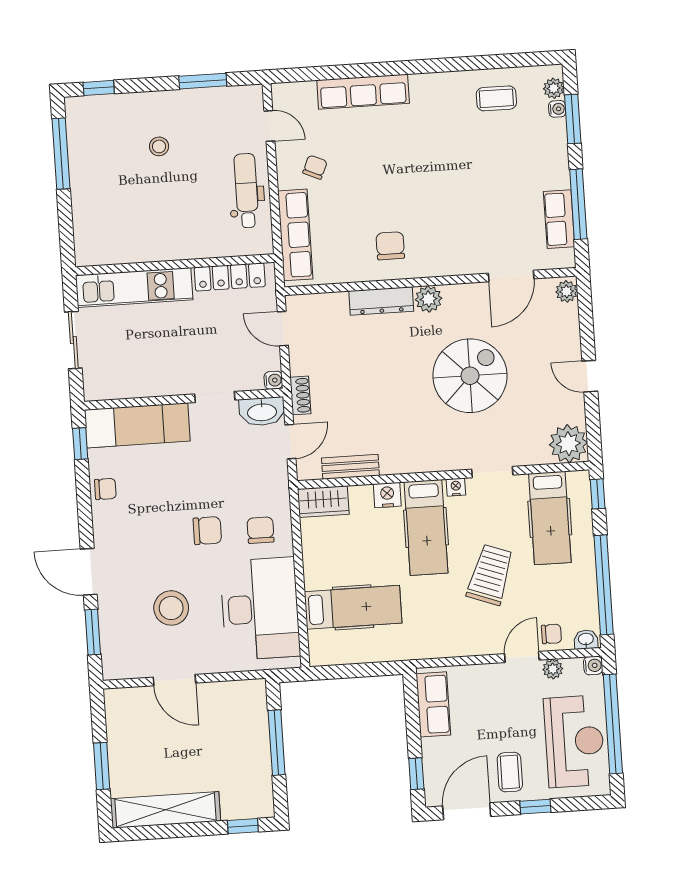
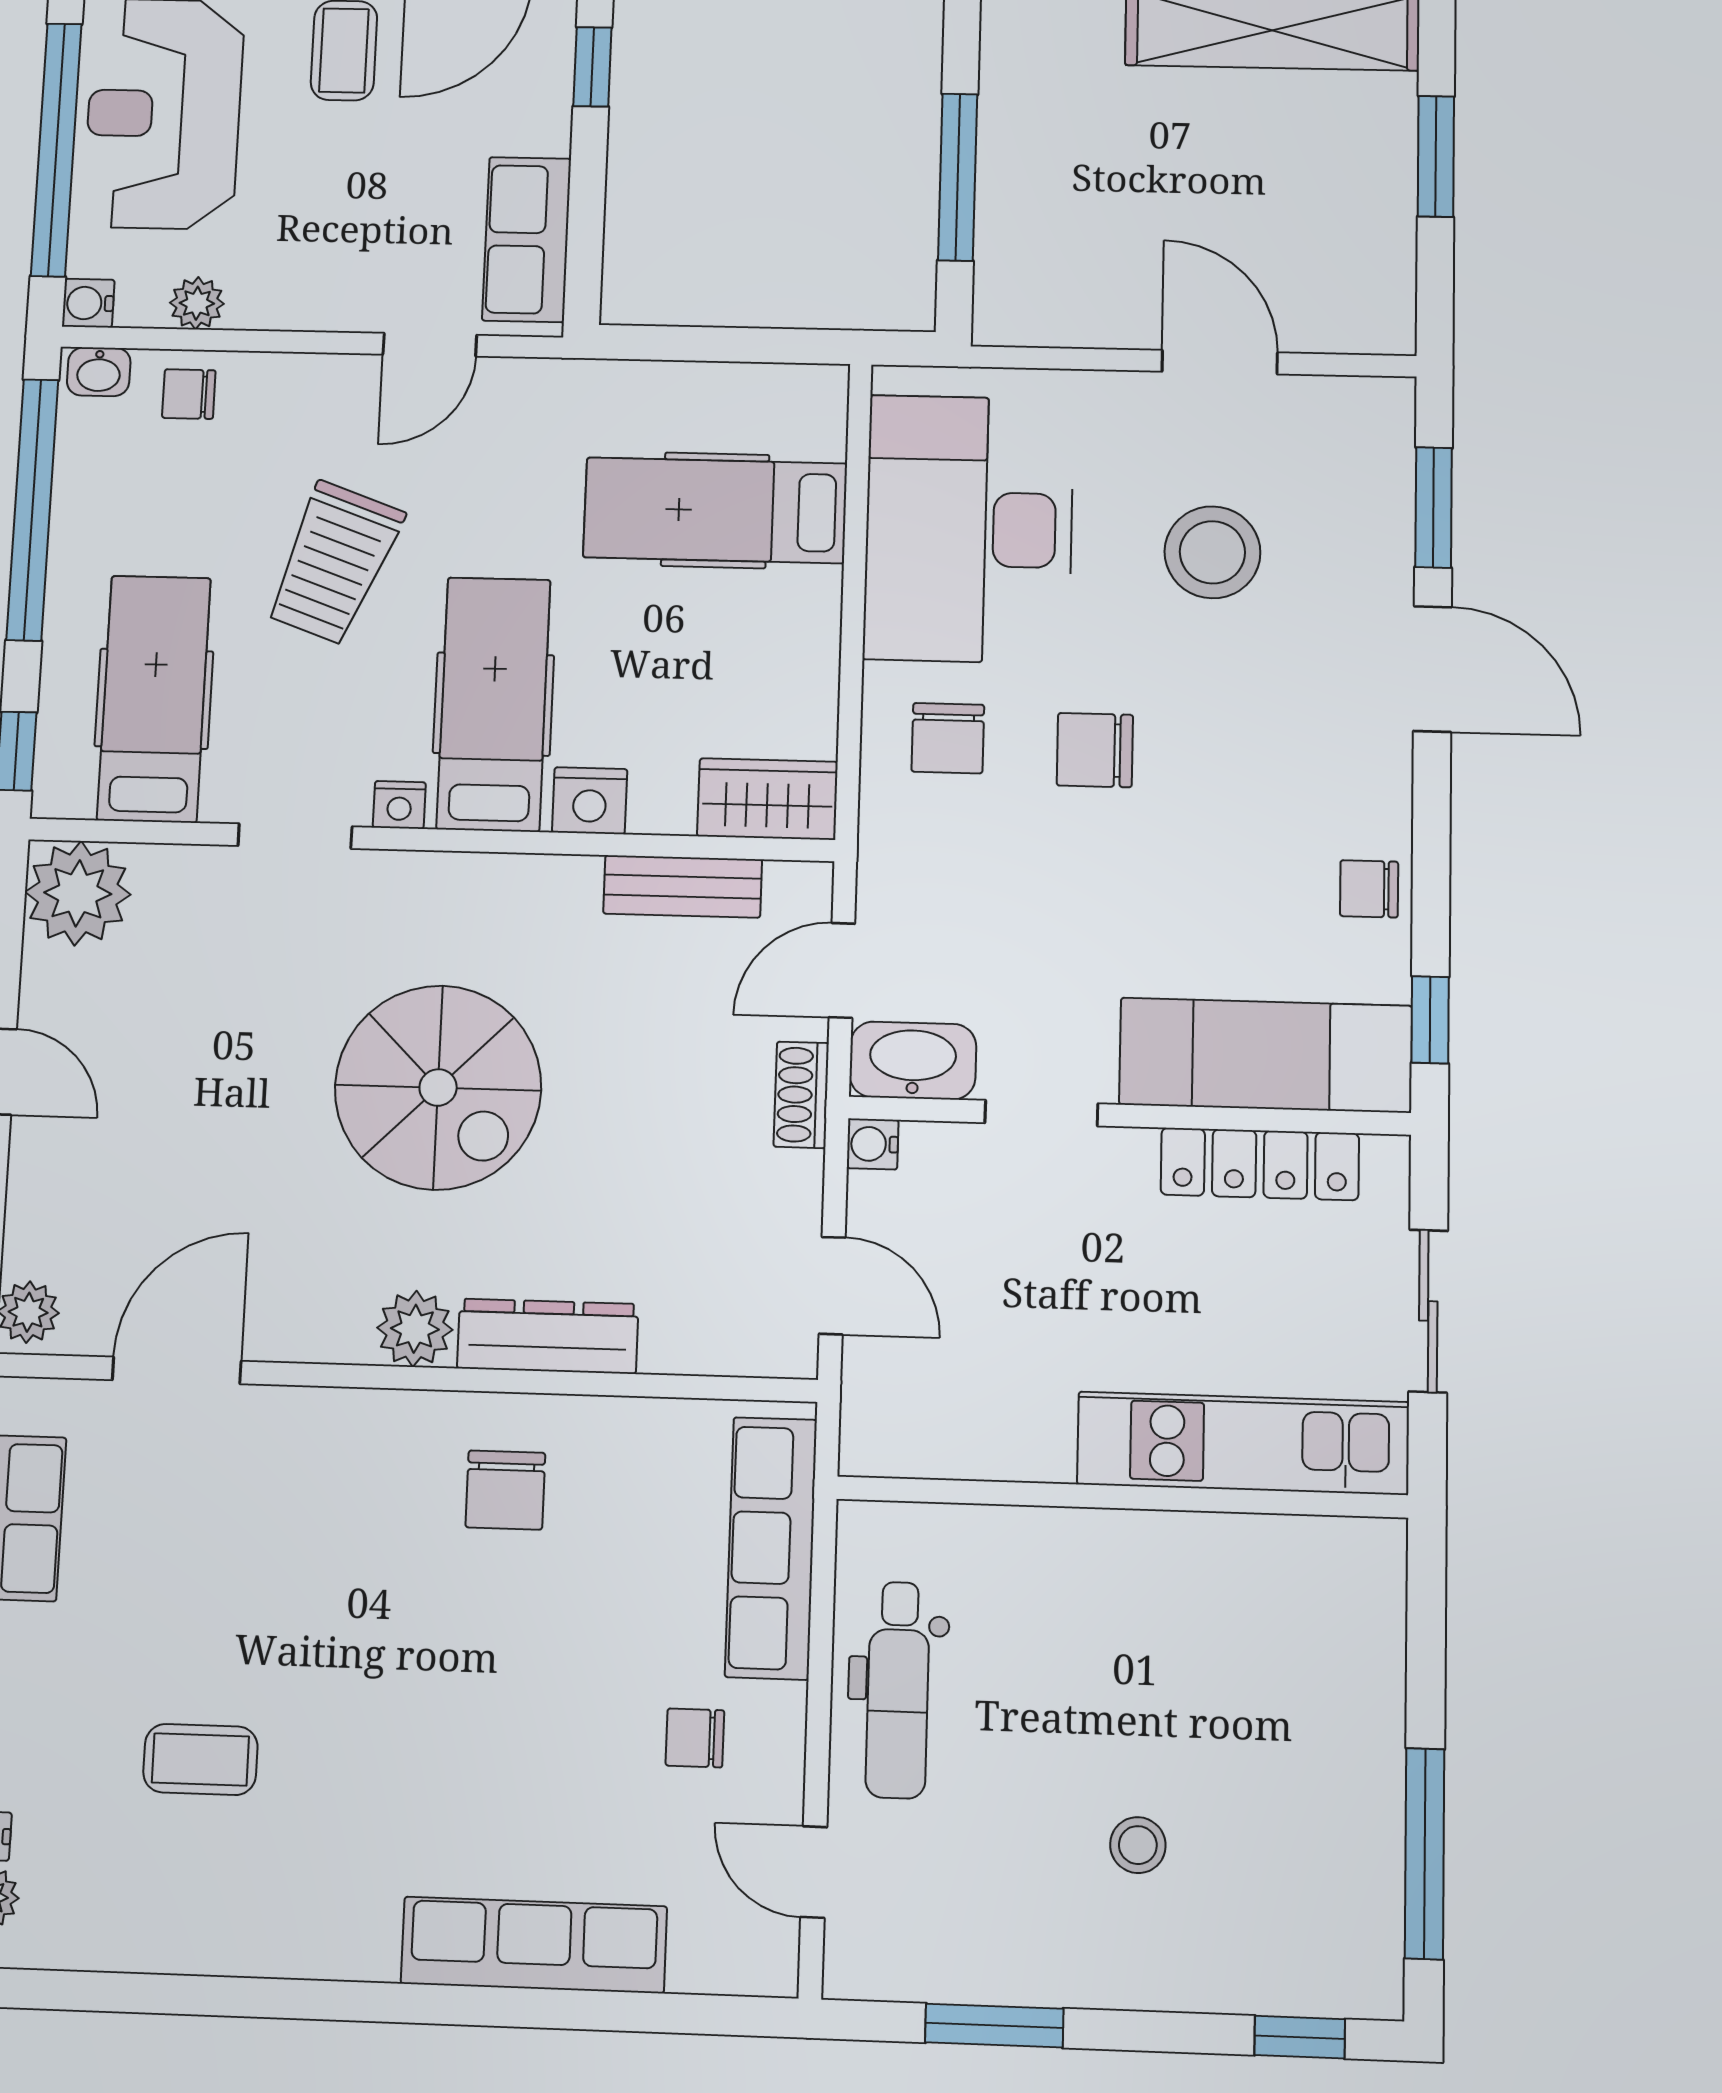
coffee table: (496, 98) -> (200, 1760), moved
chair: (315, 167) -> (695, 1738), turned 66
locker: (230, 277) -> (1260, 1164), moved, turned 180
spiral stairs: (470, 376) -> (438, 1088), moved, turned -90
door: (522, 657) -> (430, 345), moved

